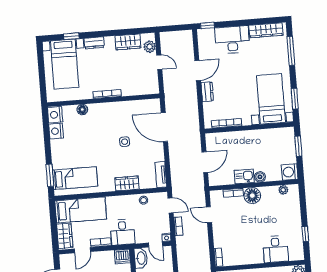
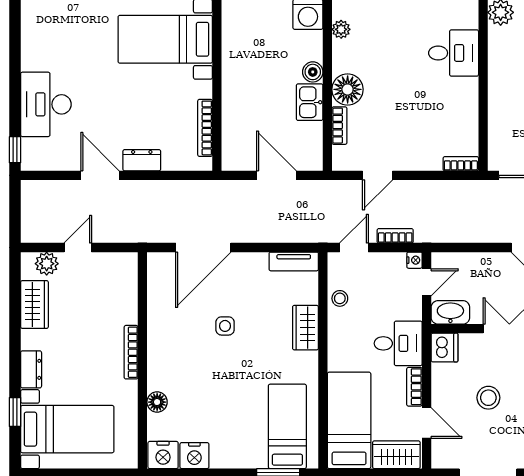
wardrobe: (266, 30) -> (33, 39), removed

